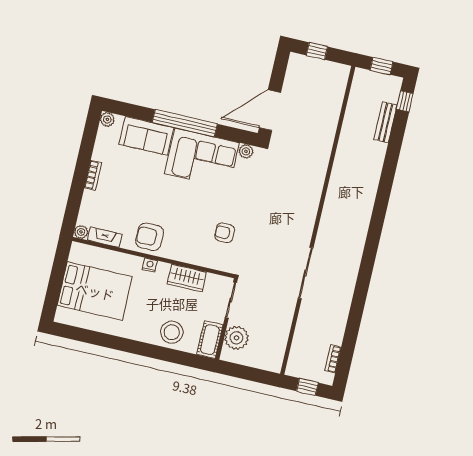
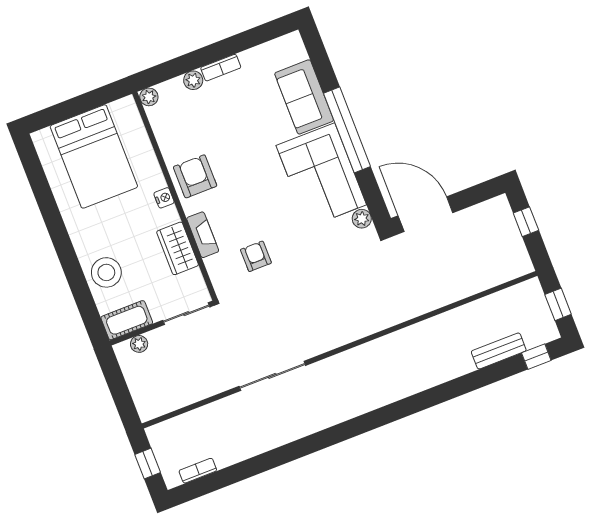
plant: (107, 119) -> (193, 80), moved
fireplace: (105, 237) -> (203, 235), moved
plant: (236, 338) -> (139, 344), width x0.53, depth x0.53

